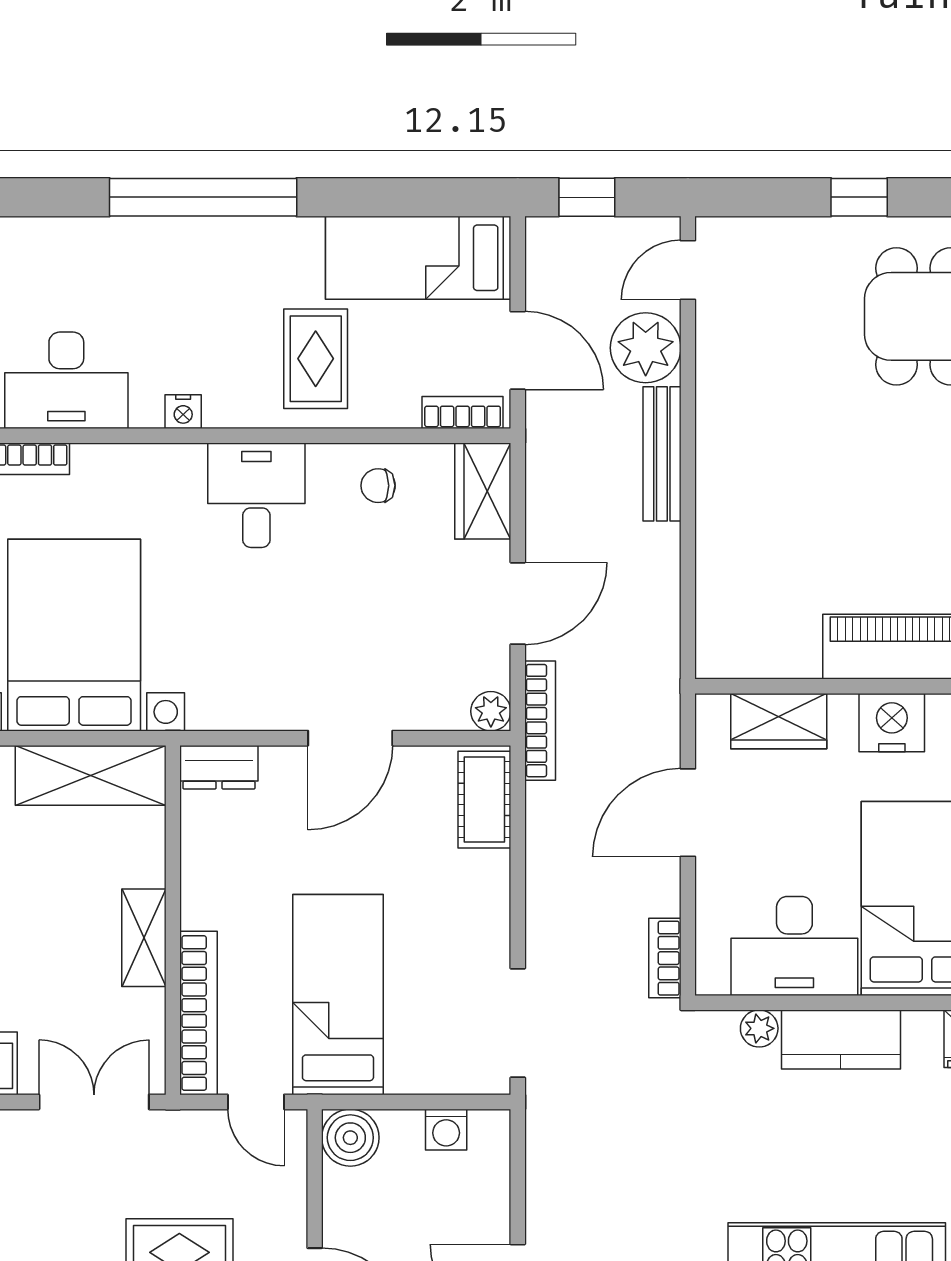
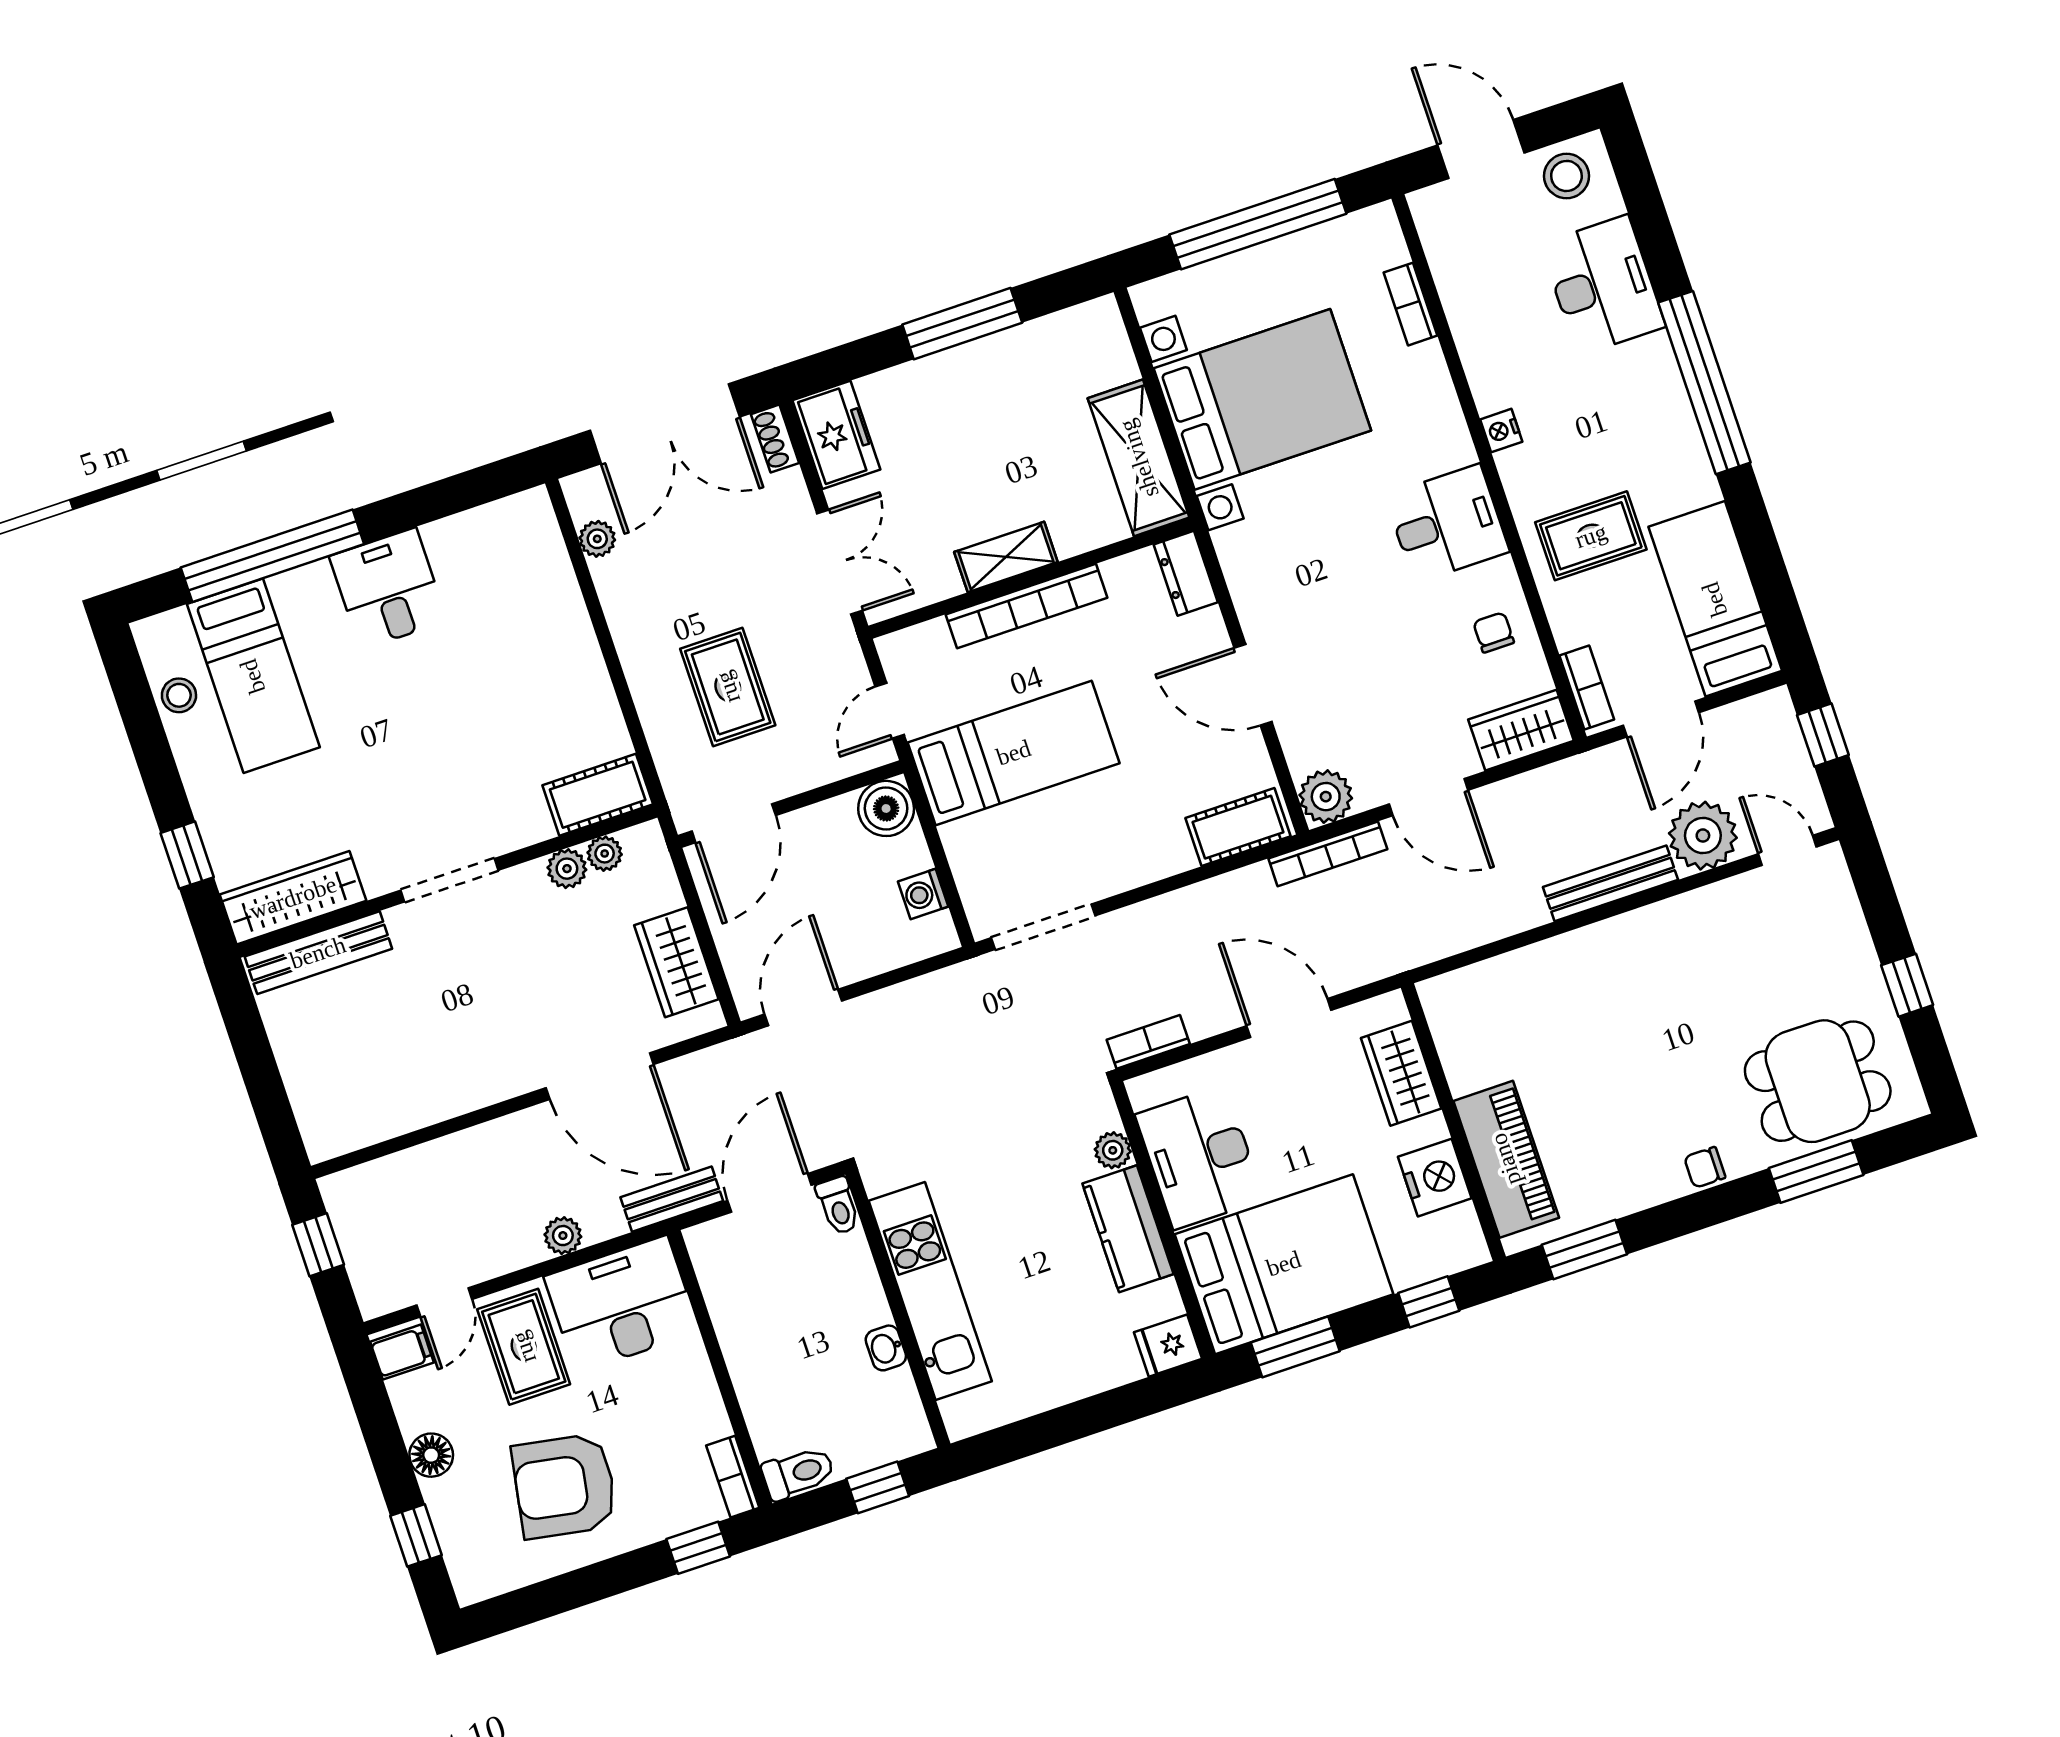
desk: (66, 380) -> (1603, 285), moved, turned 180
plant: (491, 711) -> (1326, 797), width x1.38, depth x1.38
bookcase: (199, 1013) -> (1026, 606), moved

